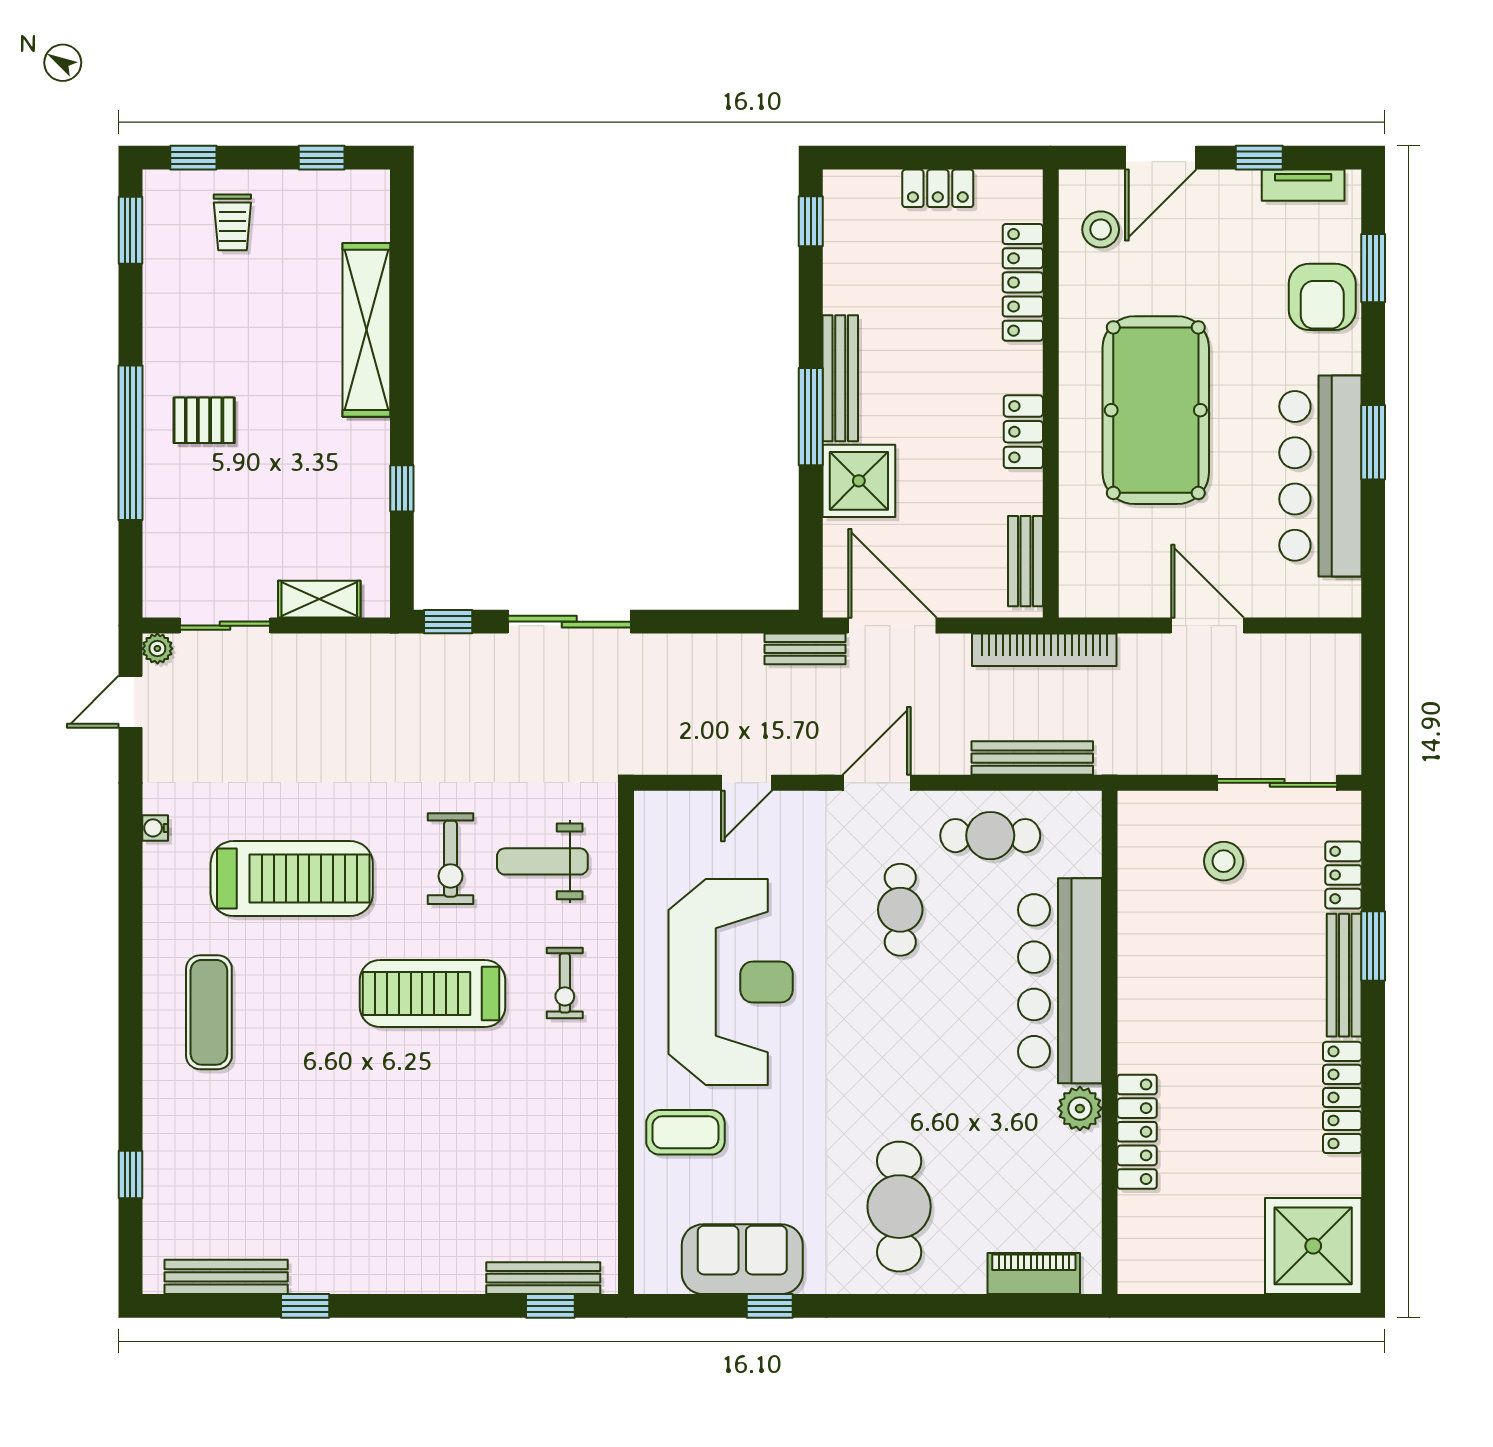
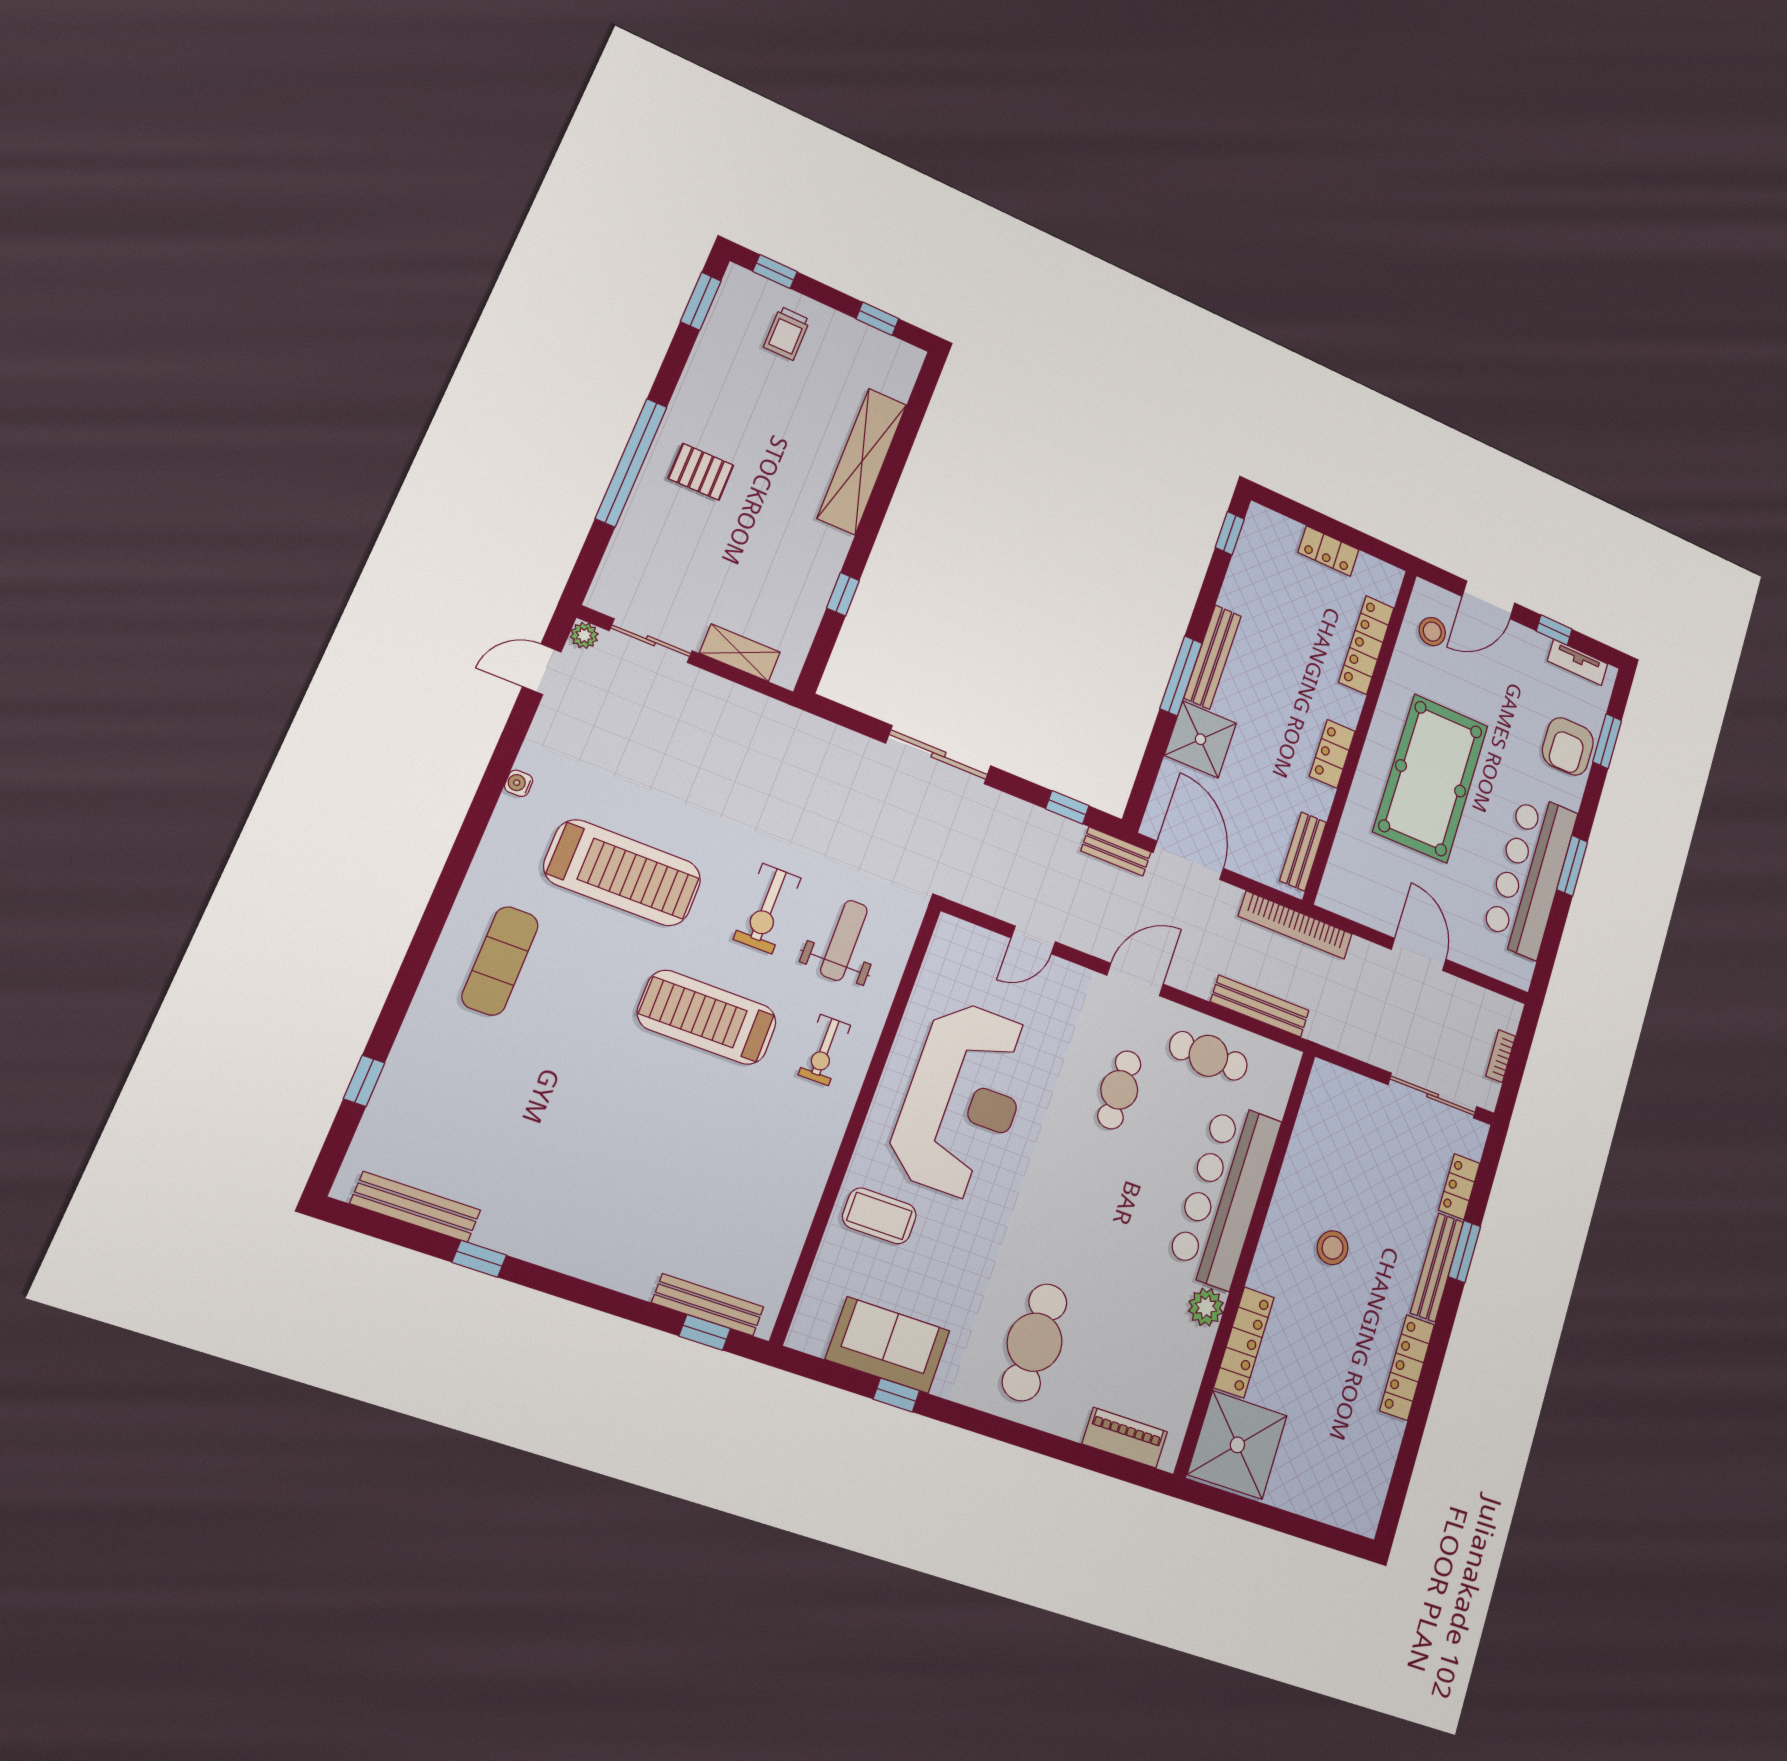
window: (448, 622) -> (1067, 807), moved
bookcase: (1349, 706) -> (1501, 1056), added
weight bench: (542, 861) -> (844, 940), turned 90
stool: (1224, 861) -> (1333, 1248), moved
shower: (1313, 1246) -> (1237, 1445), moved

